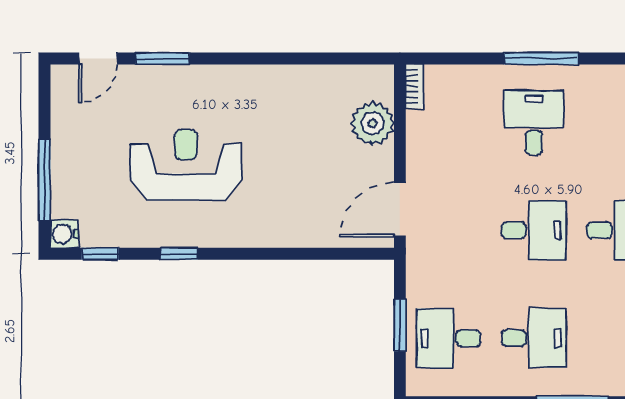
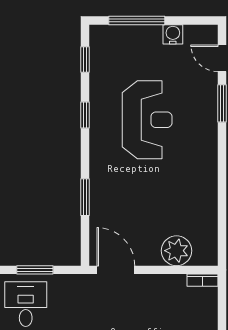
water cooler: (64, 234) -> (173, 34), moved
window: (296, 254) -> (85, 197), added

